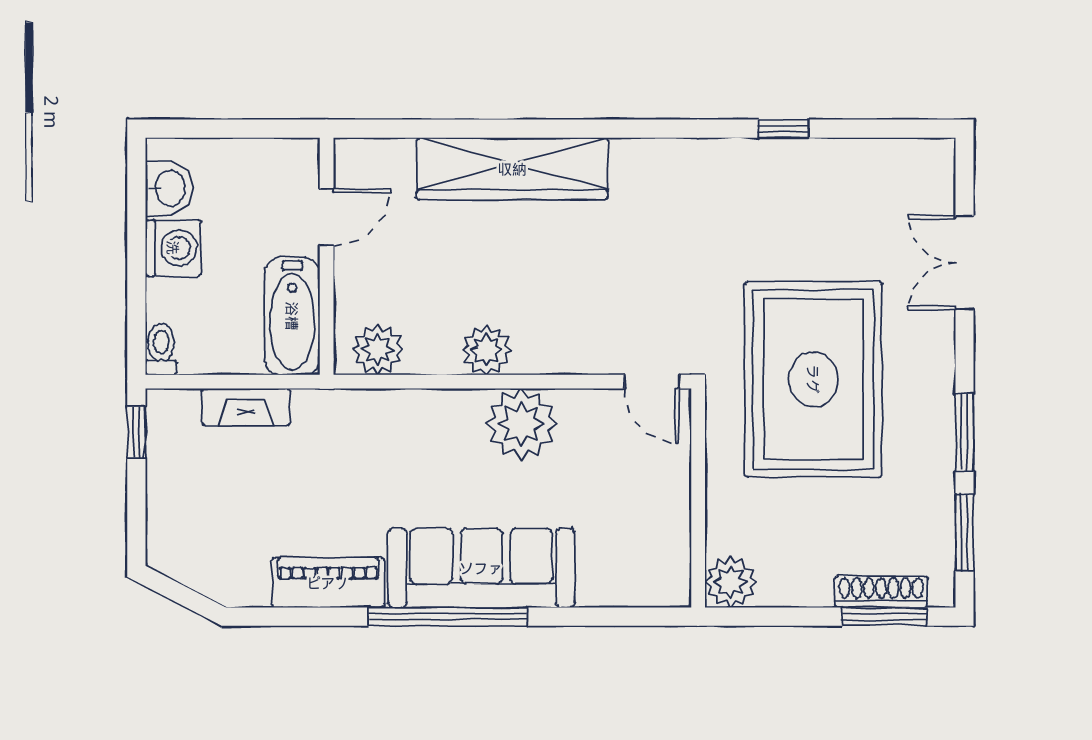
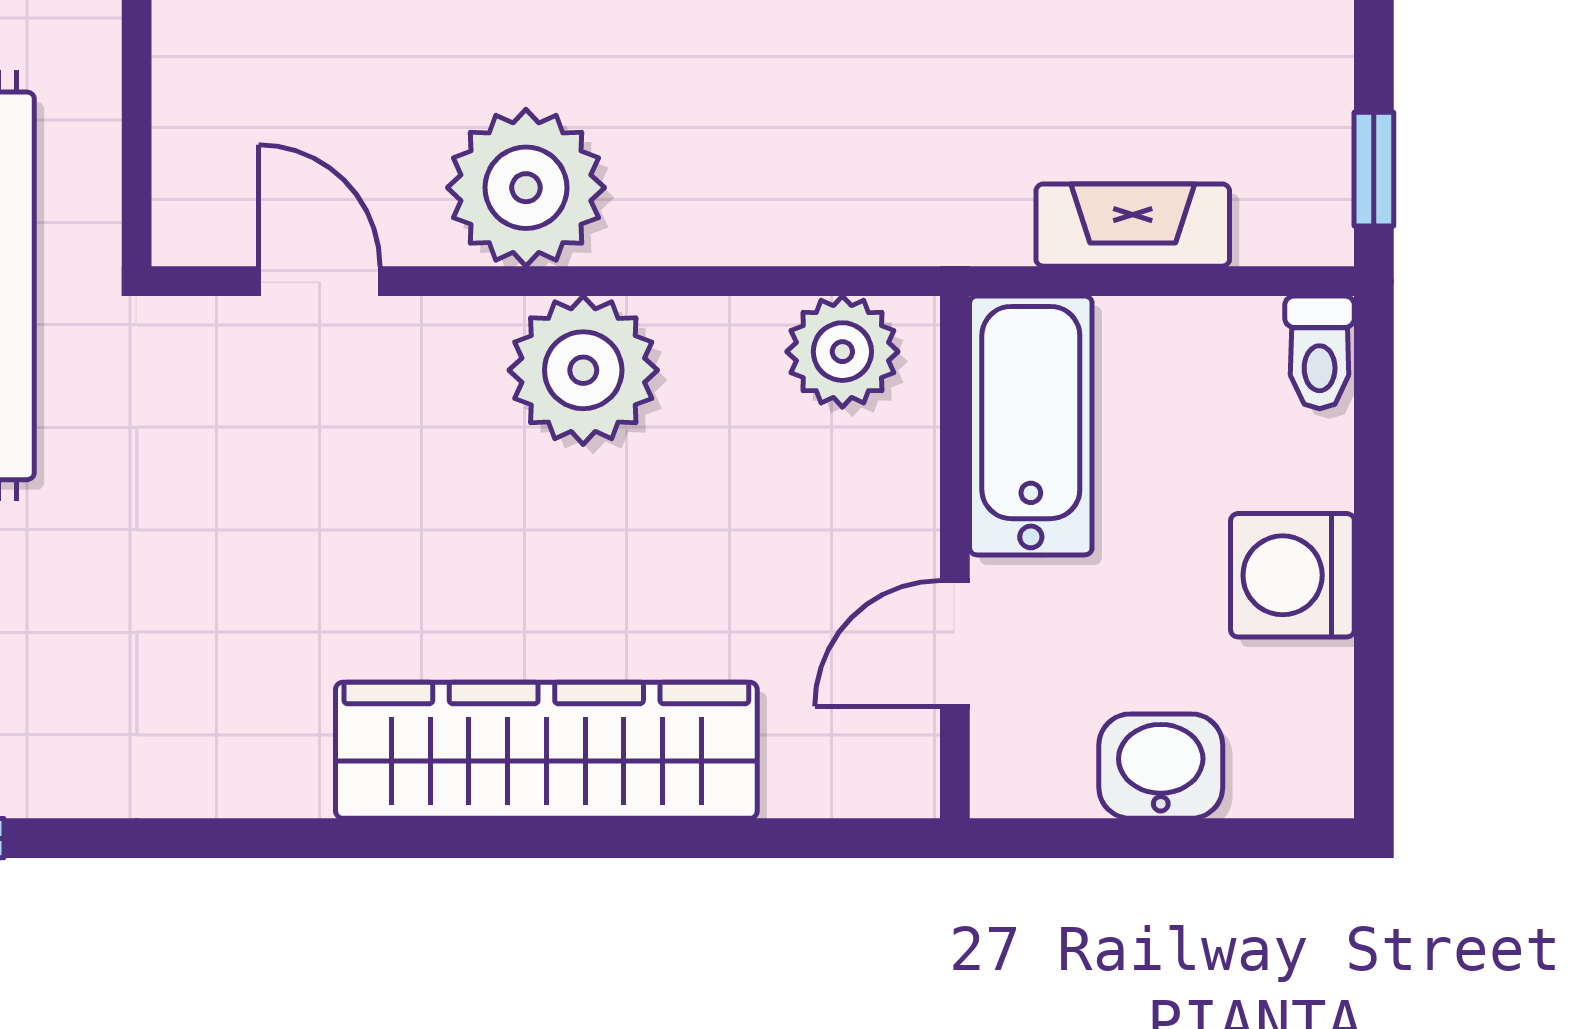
washbasin: (169, 188) -> (1161, 766), moved, turned 90
plant: (486, 350) -> (583, 370), width x1.36, depth x1.36
door: (652, 382) -> (319, 281), moved

